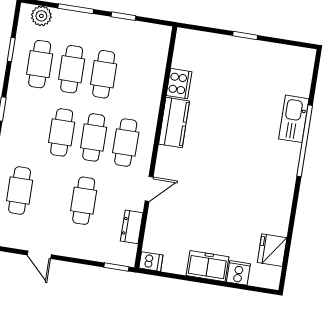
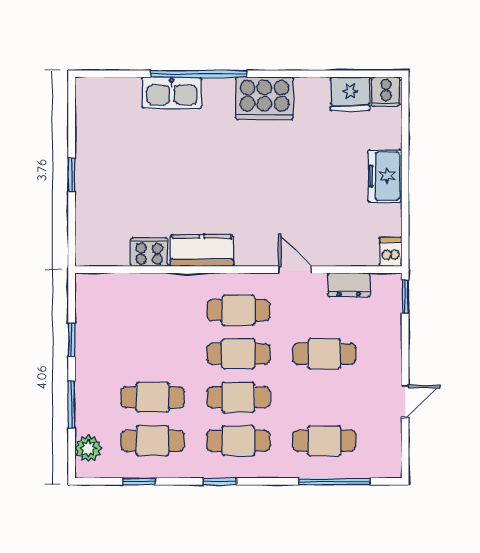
cafe table: (104, 74) -> (238, 441), moved
cooker: (279, 186) -> (264, 98), added
cooker: (238, 273) -> (386, 92), moved, turned -90

